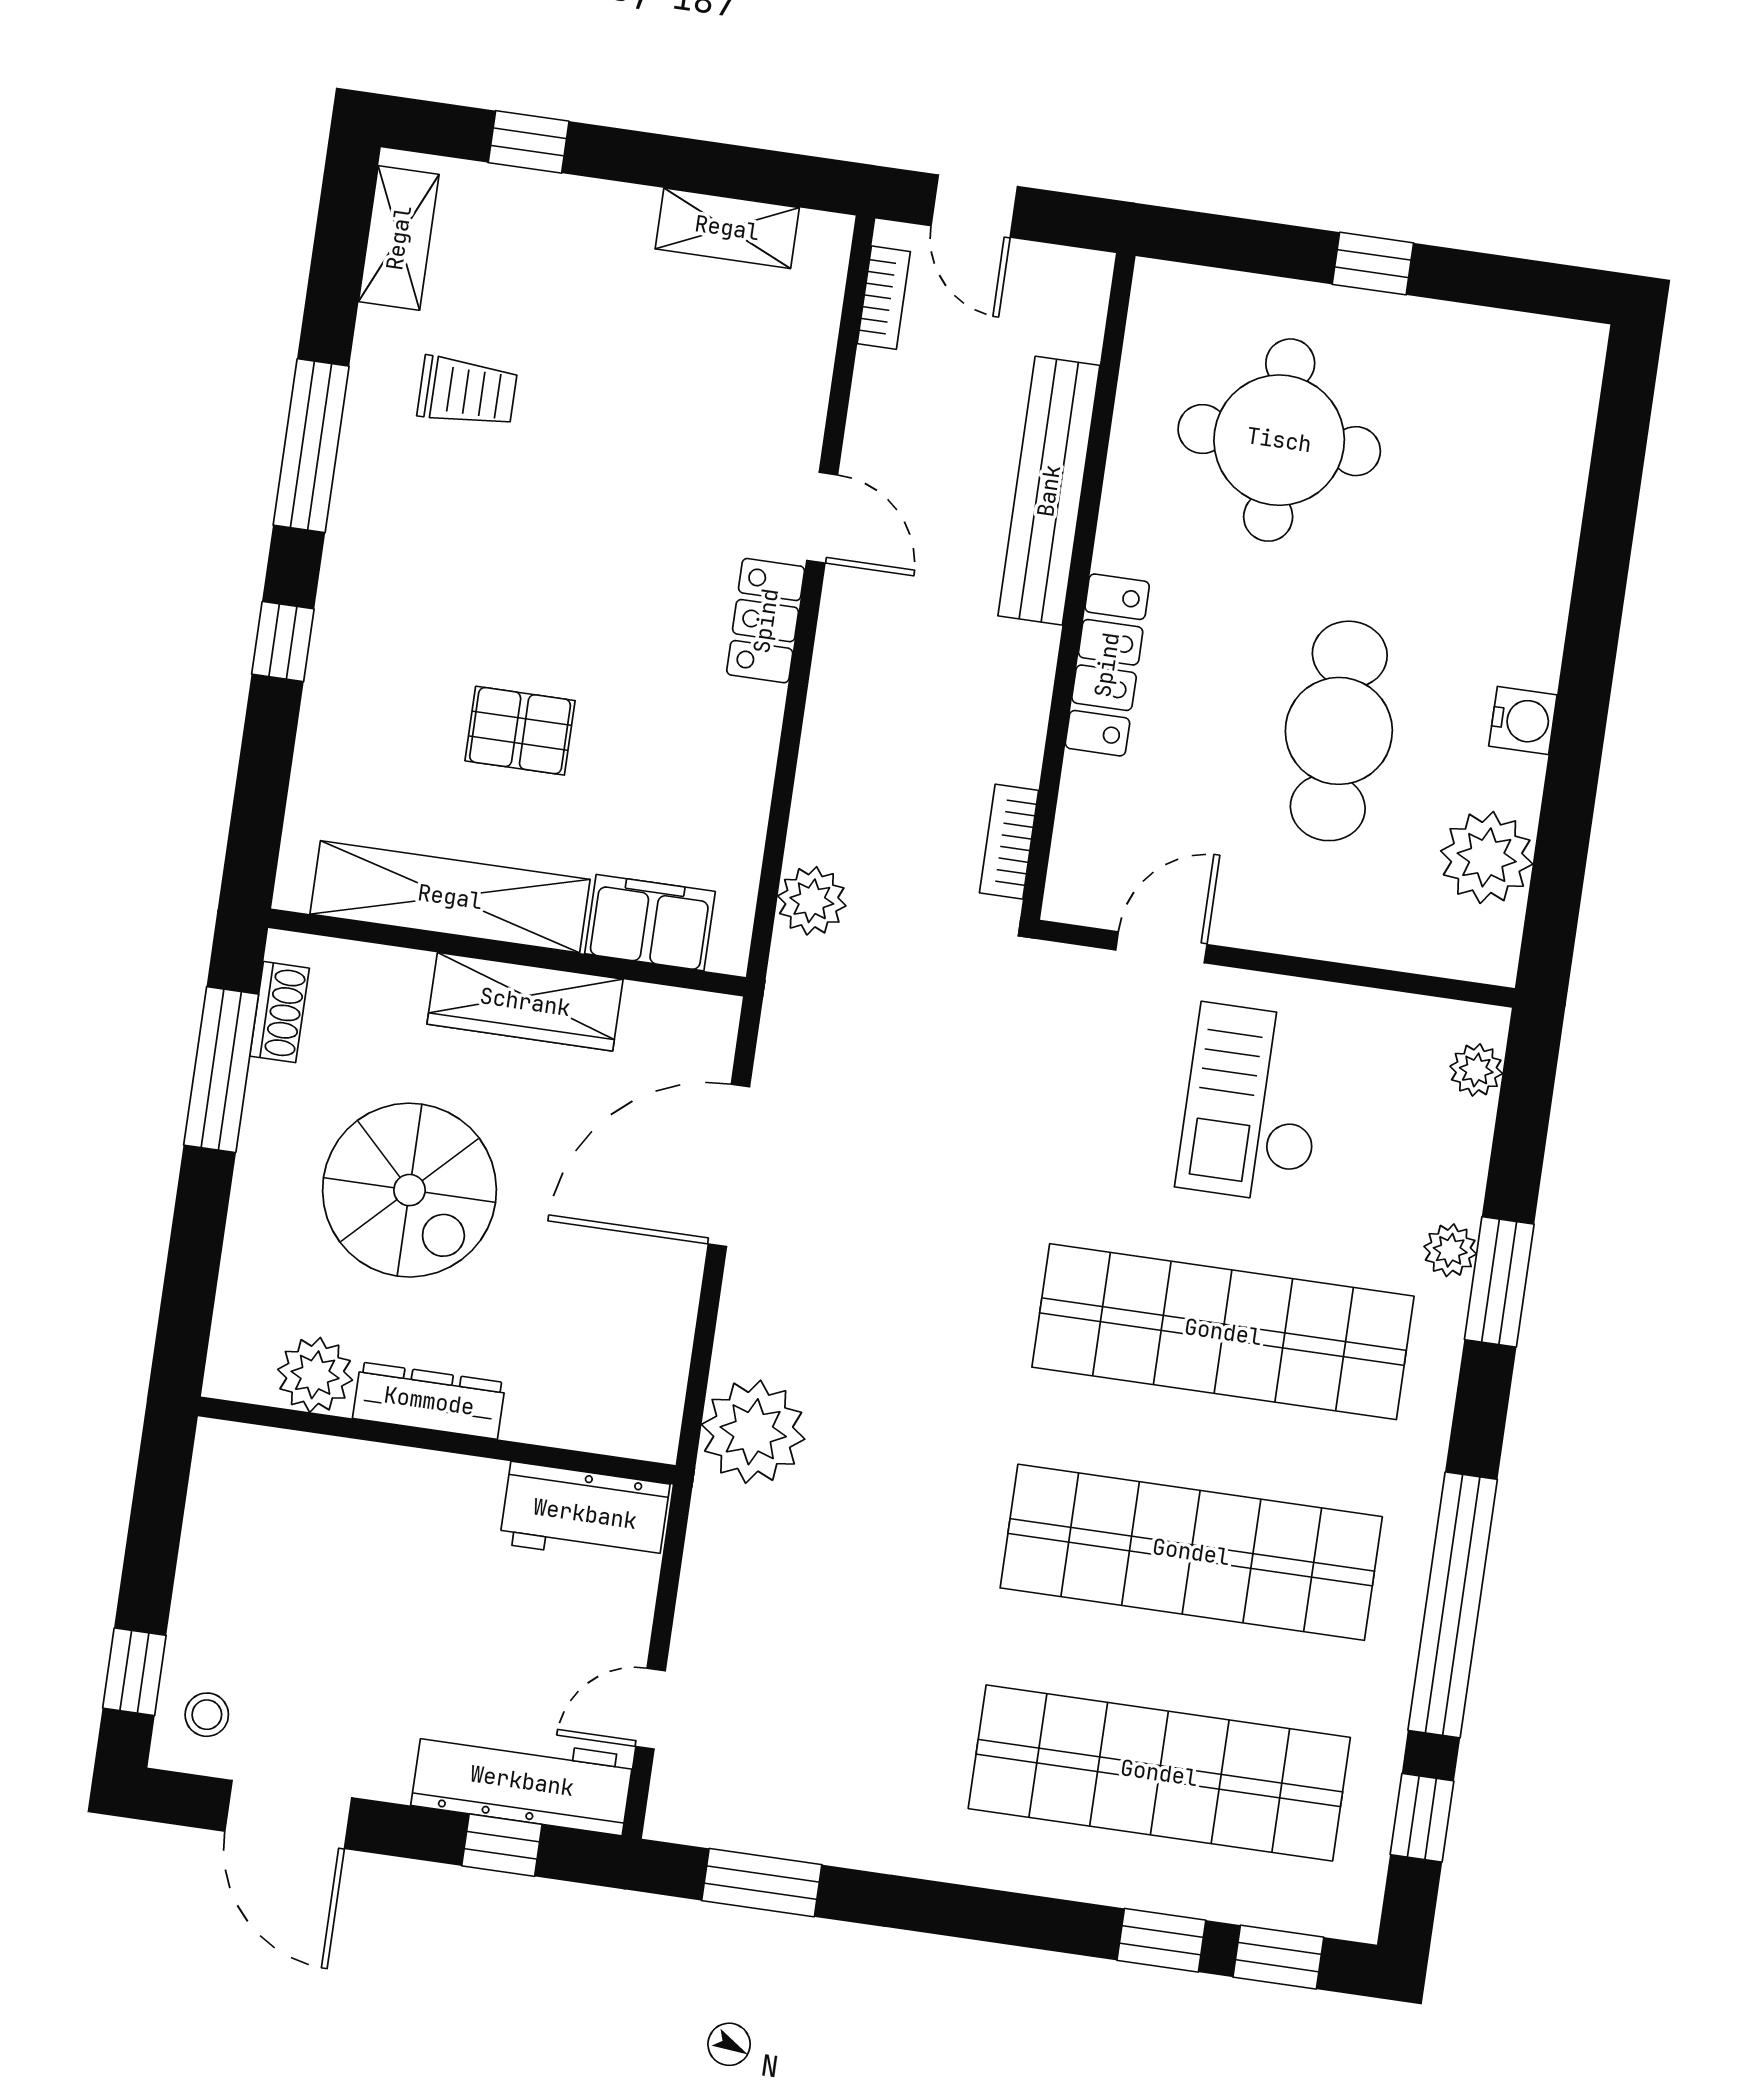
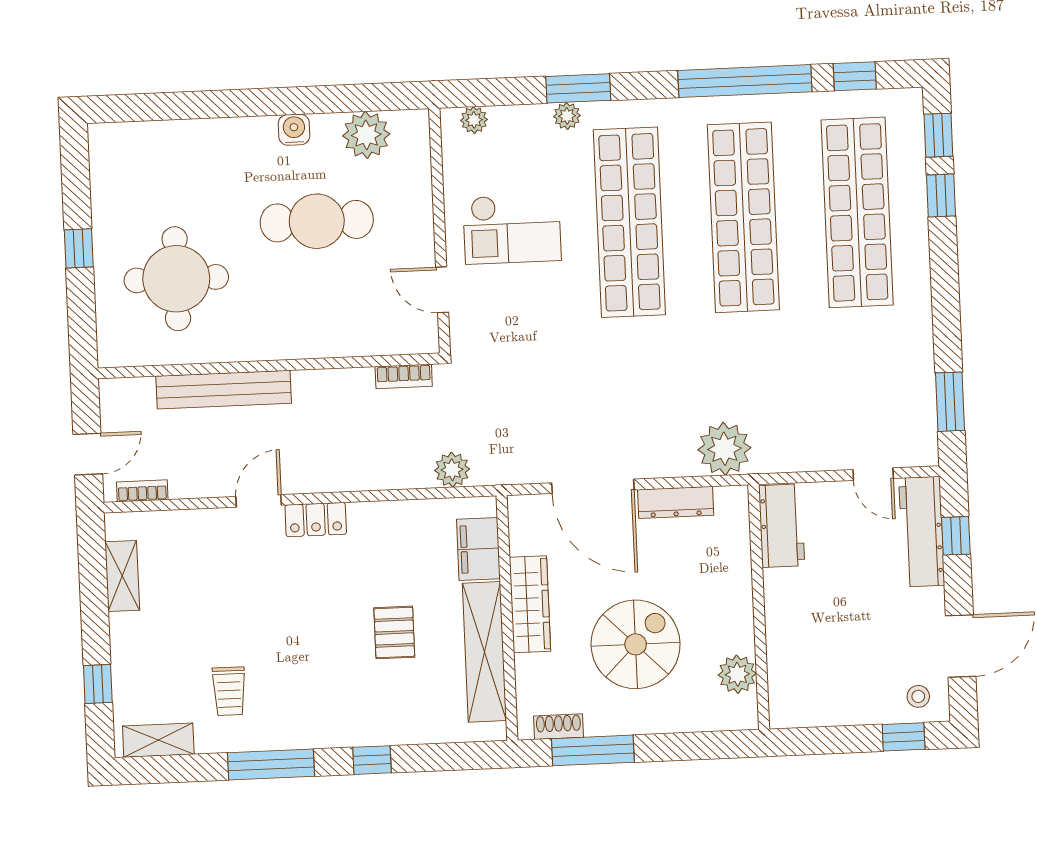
trolley: (467, 392) -> (229, 691), turned 180
locker: (1107, 665) -> (306, 344), removed
dresser: (429, 1401) -> (676, 502), moved, turned -90

